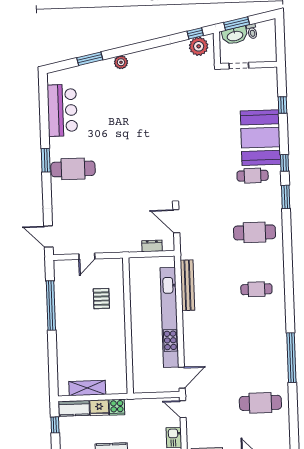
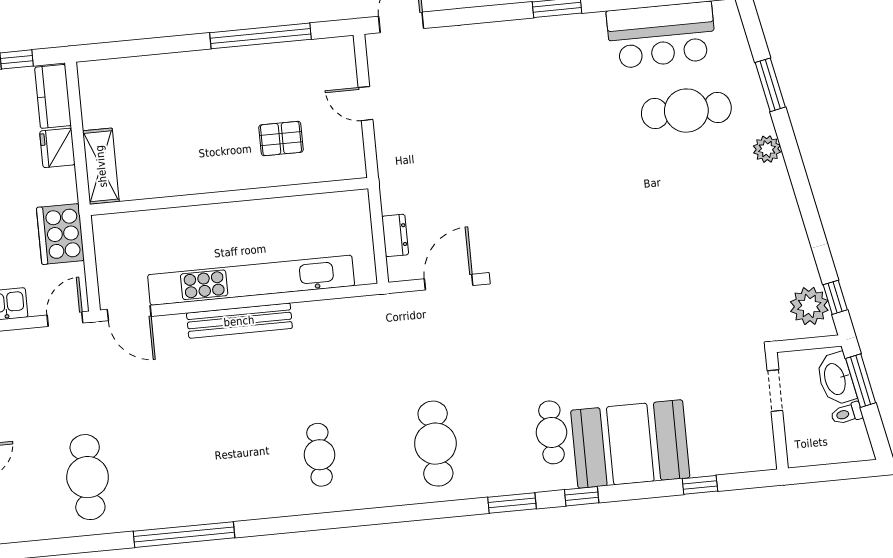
cafe table: (73, 169) -> (686, 111), moved, turned 90
bench: (187, 285) -> (239, 321), moved
shelving: (87, 388) -> (101, 166), moved
cooker: (117, 407) -> (60, 234), moved, width x1.87, depth x1.31

